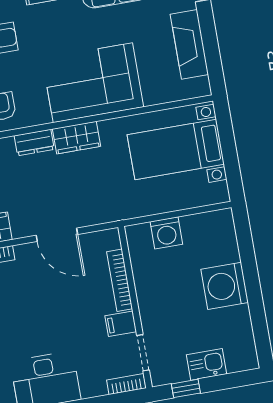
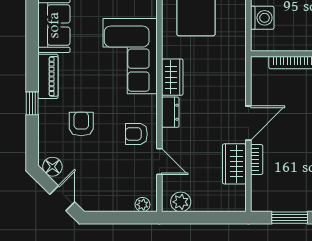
door: (57, 235) -> (248, 123), moved

